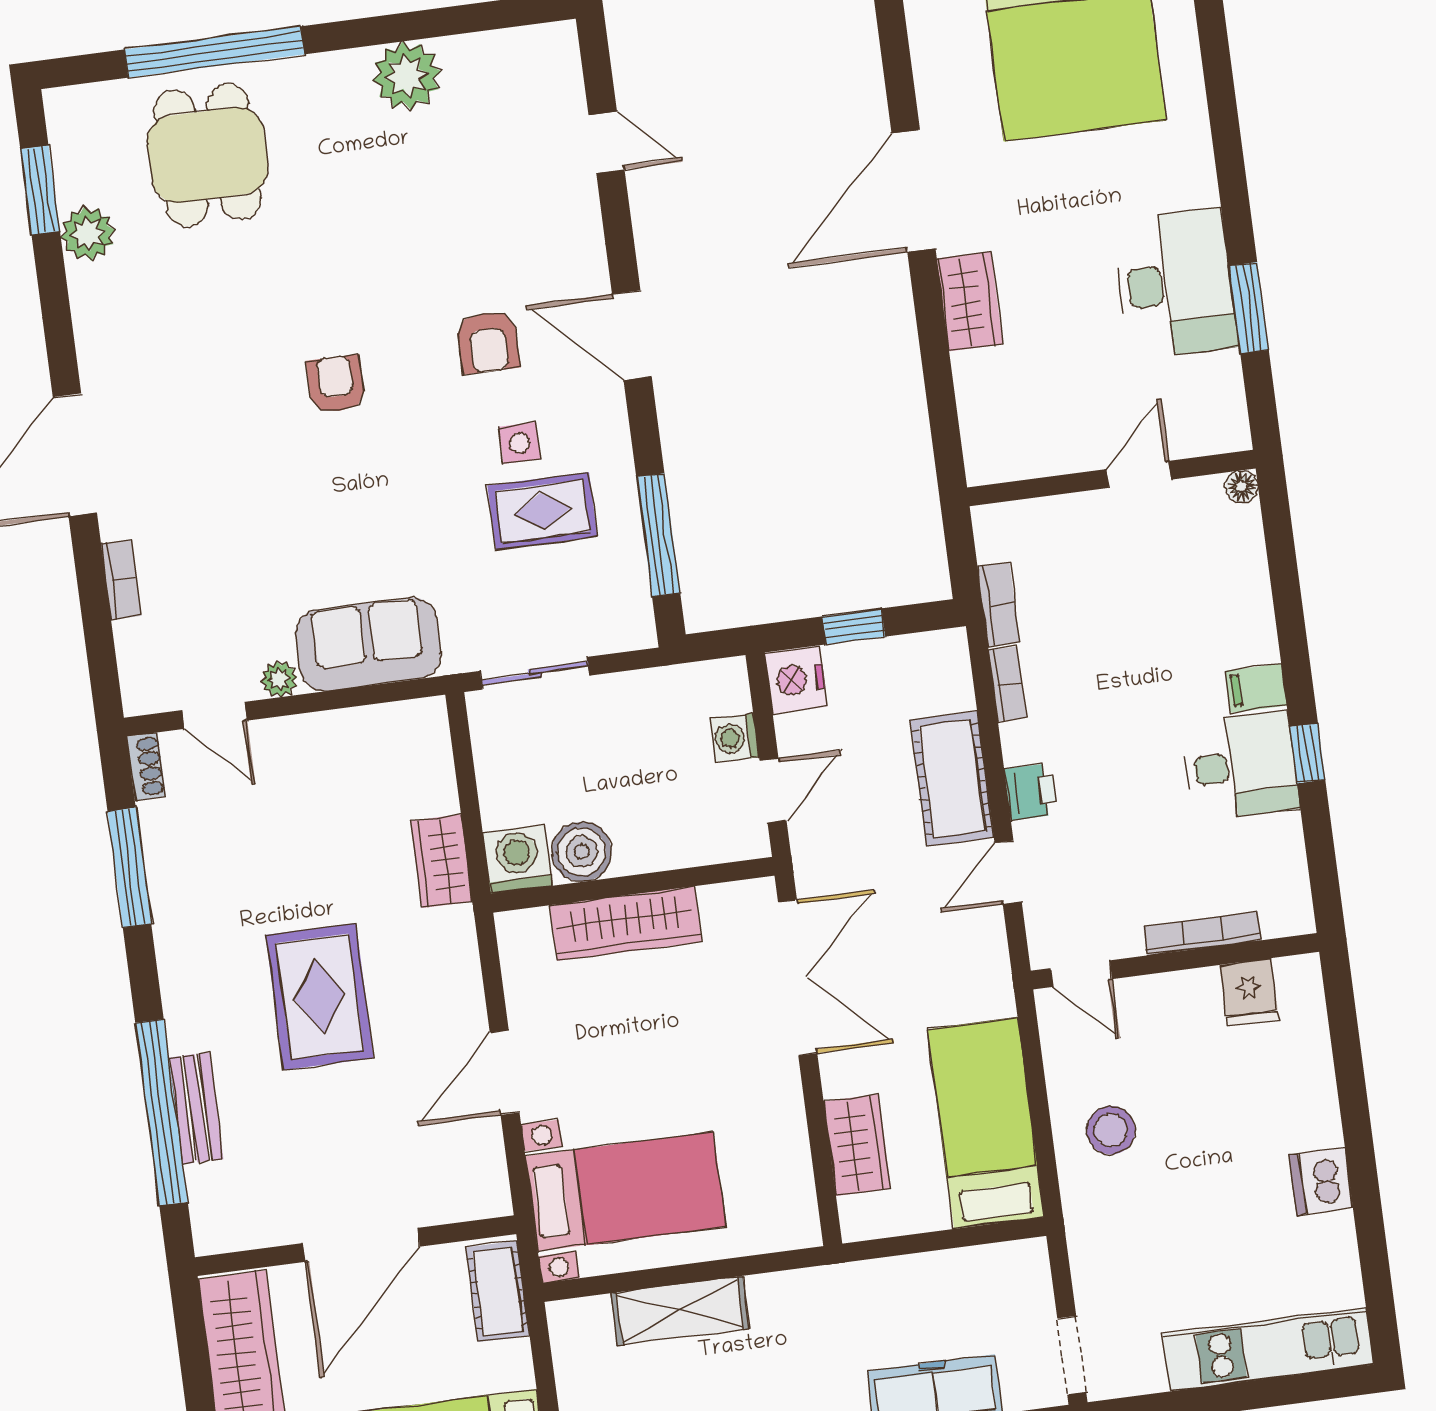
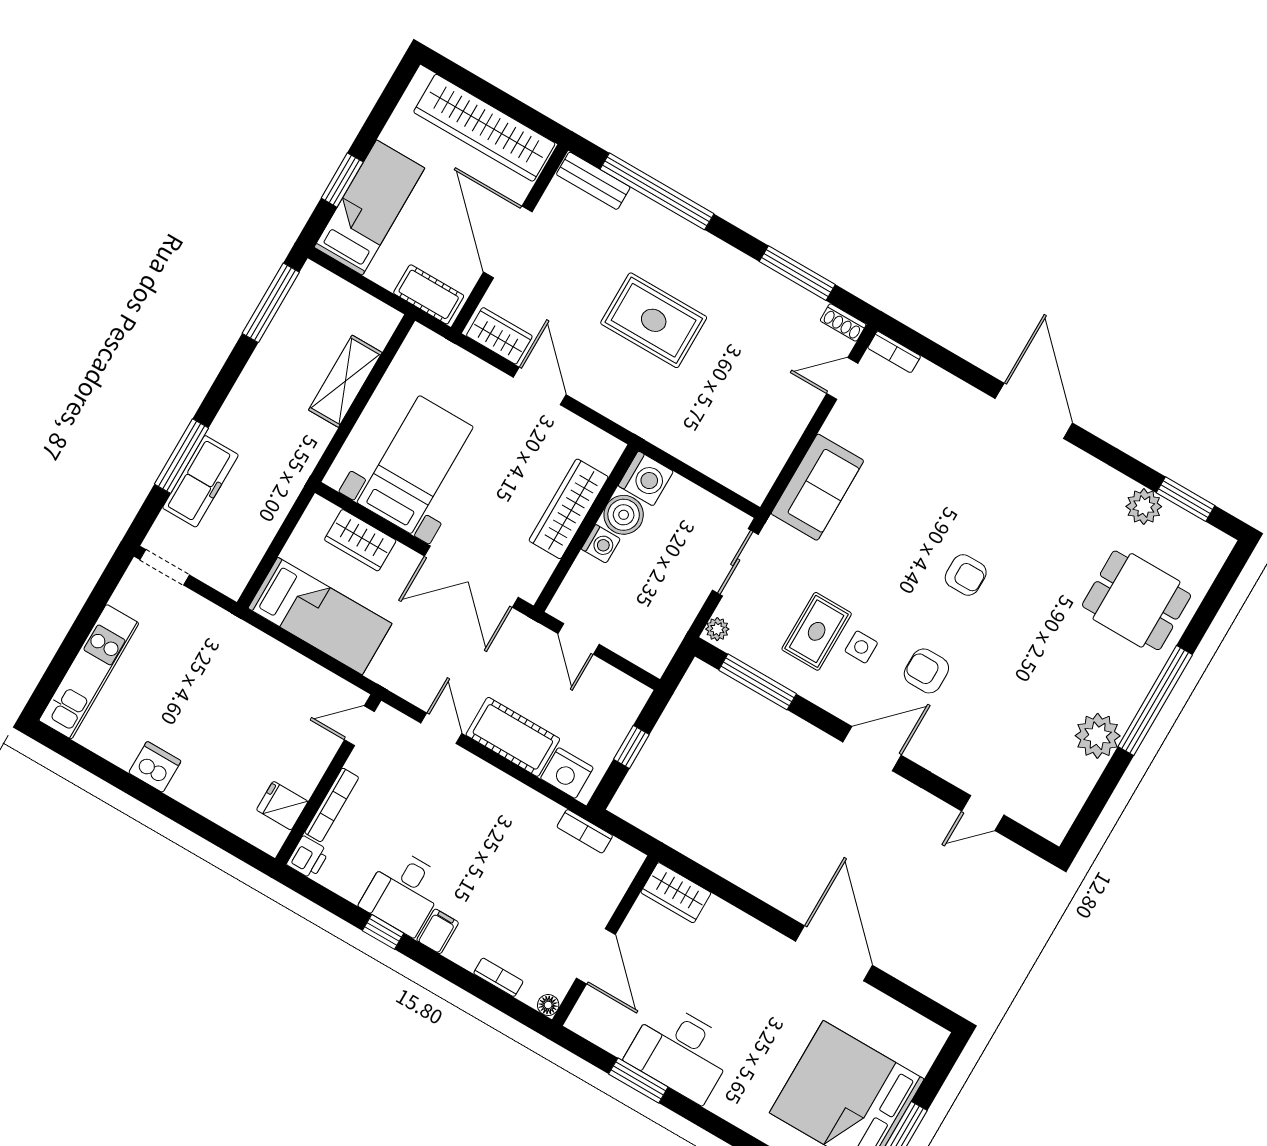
window: (214, 52) -> (1155, 701), moved
wardrobe: (970, 301) -> (676, 893), moved
door: (1139, 474) -> (596, 956), width x1.37
bookcase: (121, 580) -> (894, 352), moved
plant: (279, 679) -> (717, 629), moved
nightstand: (796, 680) -> (567, 773), moved, turned 180
bookcase: (1007, 684) -> (498, 977), moved, turned 180
washing machine: (734, 738) -> (601, 544), moved, turned 90
printer: (1031, 792) -> (308, 858), moved, turned -90
wardrobe: (441, 861) -> (499, 336), moved
bench: (196, 1108) -> (593, 181), moved
stool: (1111, 1130) -> (266, 678), removed
bed with nightstands: (625, 1191) -> (415, 465), moved, turned 180

